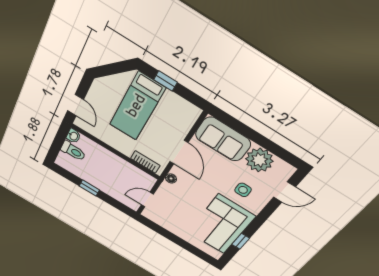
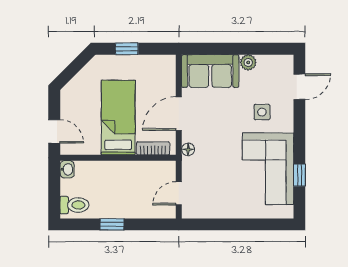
bed: (137, 106) -> (118, 118), moved, turned 180
toilet: (73, 151) -> (74, 205), moved
door: (179, 152) -> (179, 114), swing flipped
plant: (259, 160) -> (248, 62), width x0.53, depth x0.53

